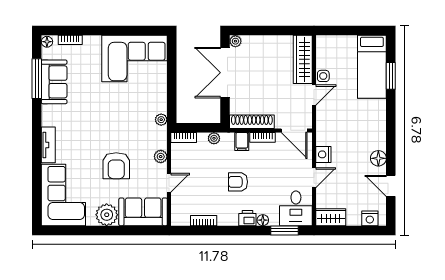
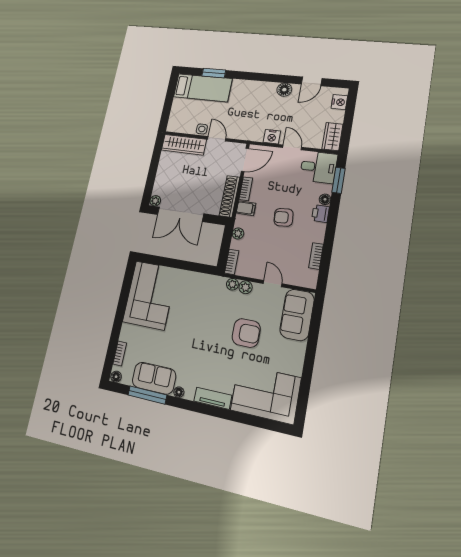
floor lamp: (47, 110) -> (179, 392), added
plant: (161, 120) -> (232, 284), moved
armchair: (238, 182) -> (284, 217), turned 85
plant: (107, 215) -> (294, 353), removed

